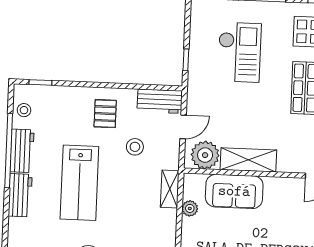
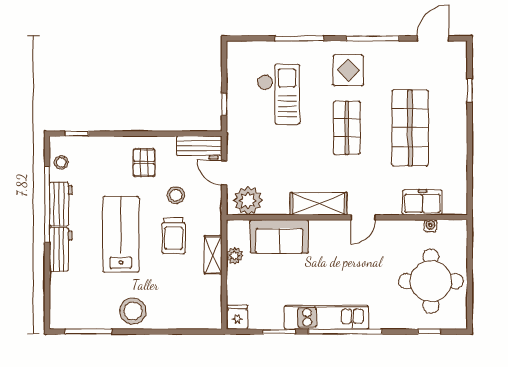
door: (183, 127) -> (224, 173), swing flipped
shelving: (248, 160) -> (318, 204), moved
lab bench: (79, 183) -> (121, 234), turned 180
trolley: (131, 186) -> (174, 236), added
shelving: (170, 189) -> (213, 255), moved

